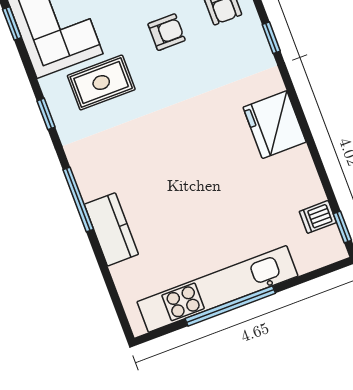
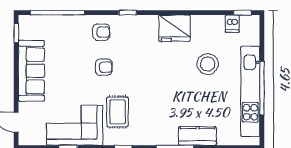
armchair: (167, 32) -> (104, 67), turned 90
stool: (236, 202) -> (208, 64), added

